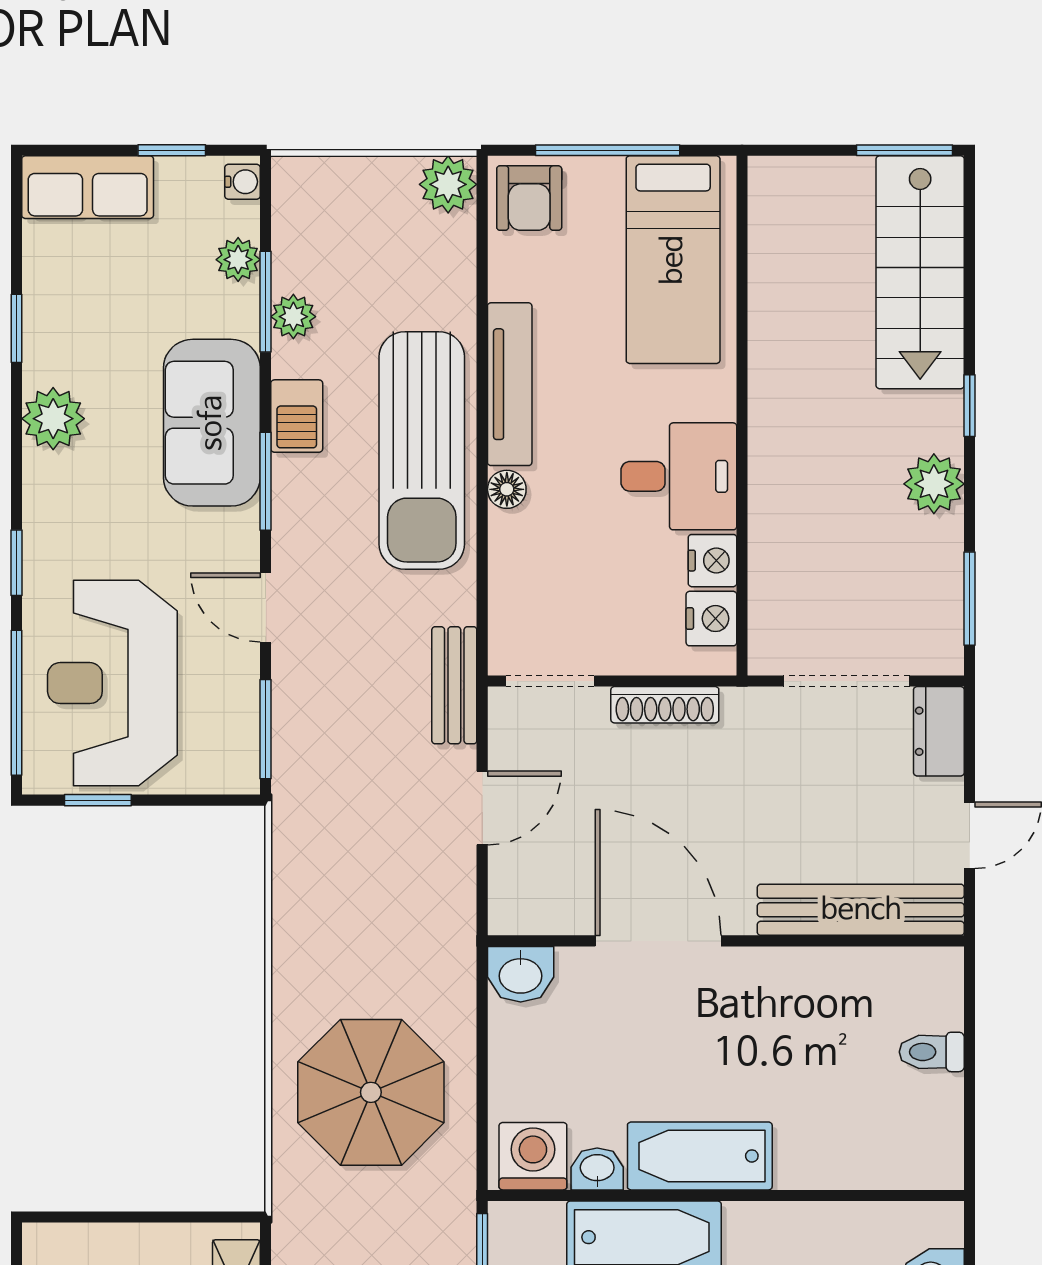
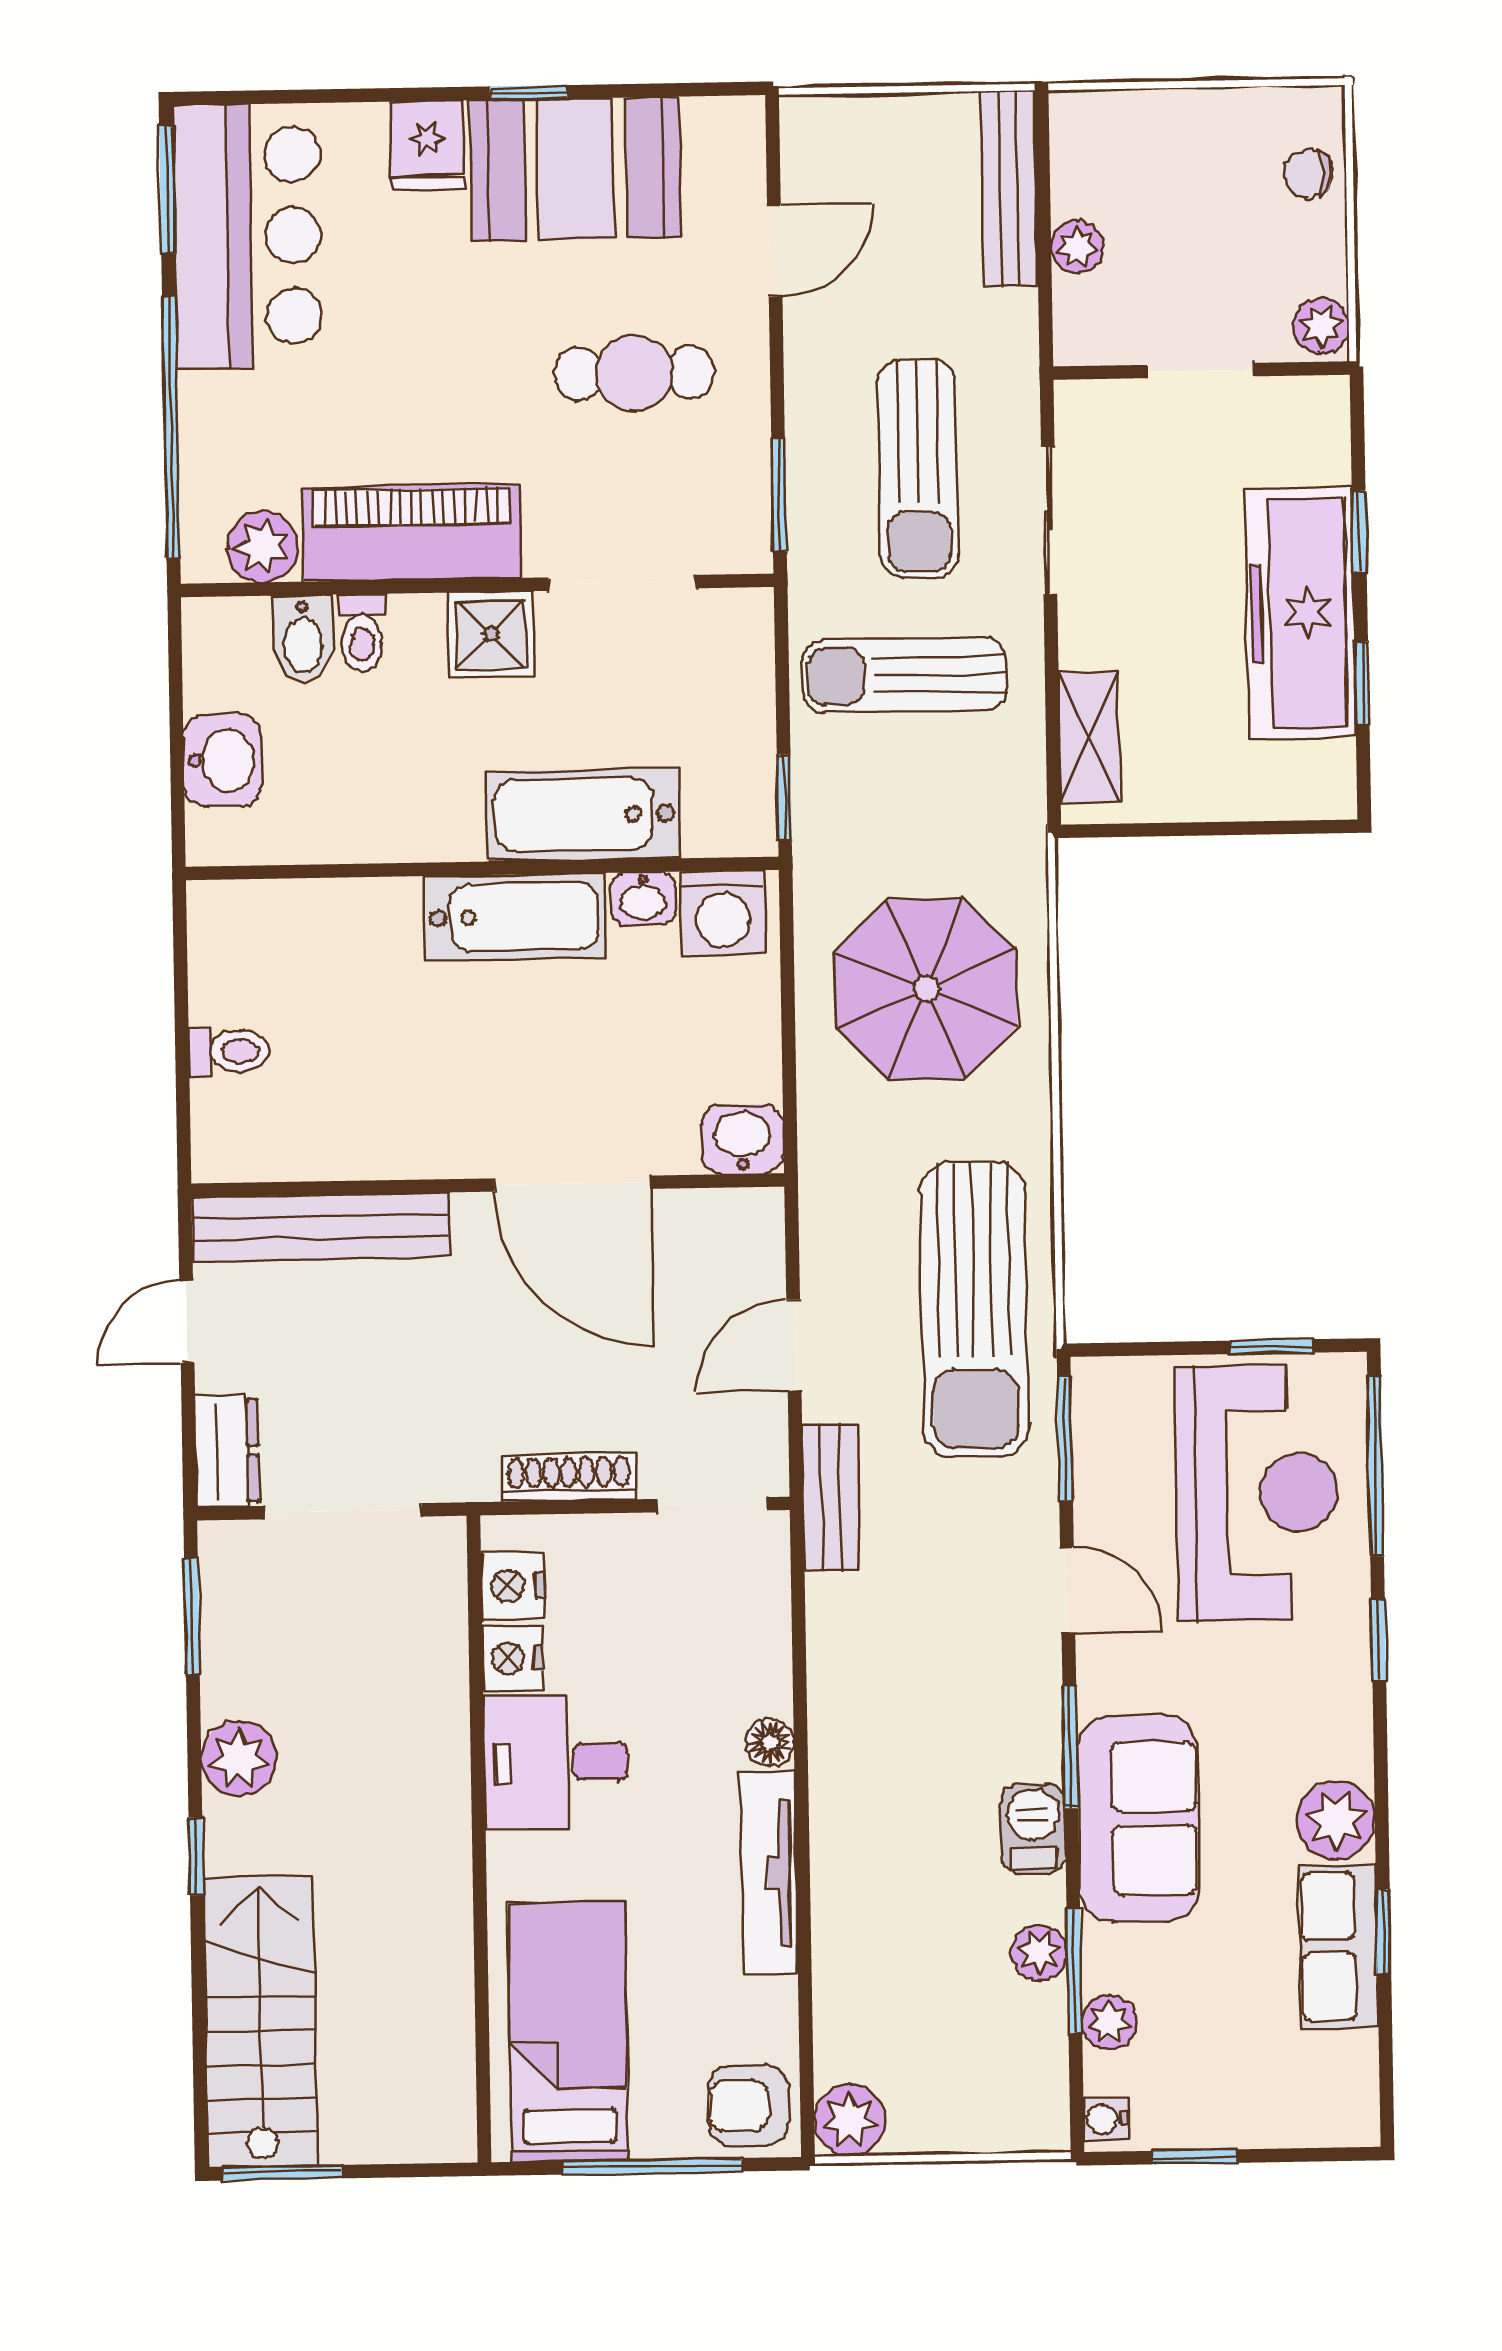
row of seats: (88, 187) -> (1338, 1947), moved, turned -90
armchair: (529, 198) -> (749, 2105), turned -90
sun lounger: (422, 450) -> (974, 1310), moved, turned 180

